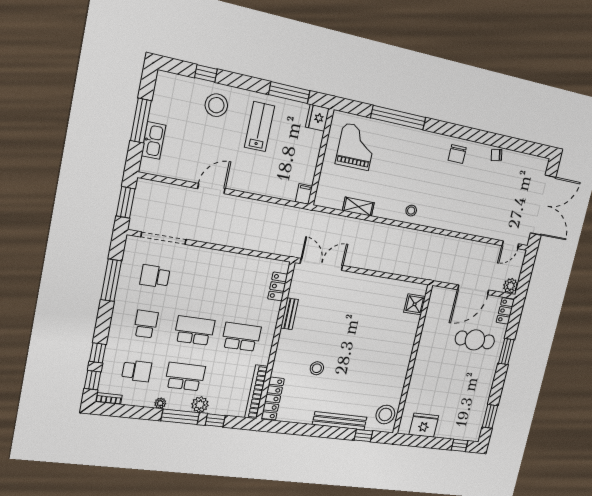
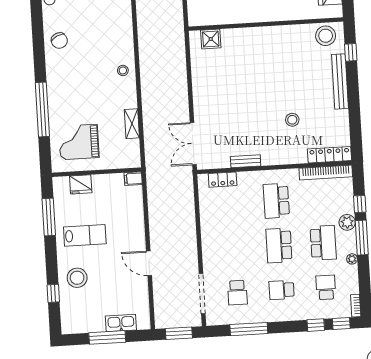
fridge: (317, 118) -> (81, 184), moved
lab bench: (260, 127) -> (85, 235), turned 180
chair: (457, 154) -> (59, 41), turned 65
school desk: (185, 377) -> (323, 243), turned 180

